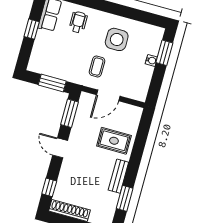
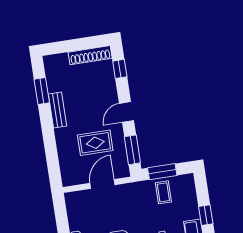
coffee table: (97, 67) -> (163, 192), moved
rug: (114, 141) -> (95, 143), moved
door: (60, 148) -> (126, 112), swing flipped

